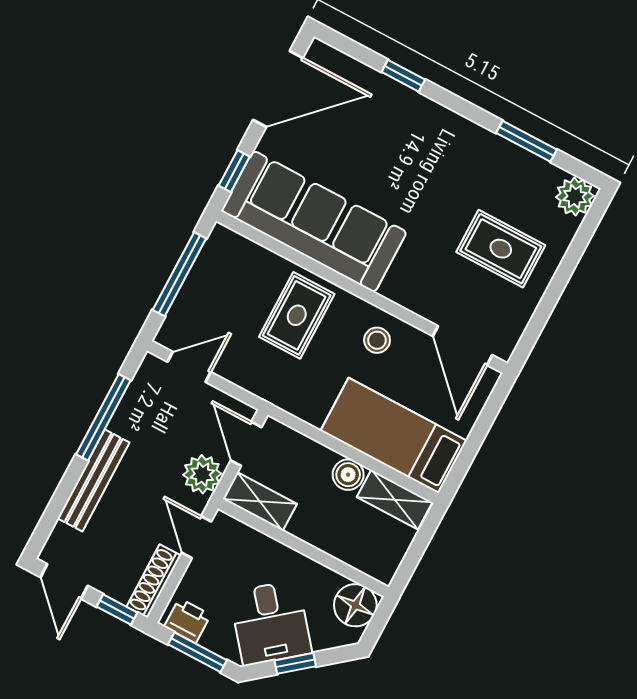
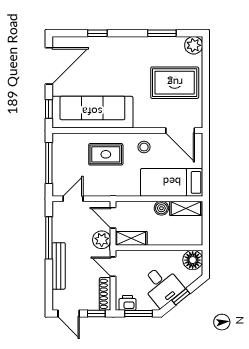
rug: (501, 249) -> (175, 83), width x1.36, depth x1.43
rug: (297, 315) -> (106, 154), turned 90

